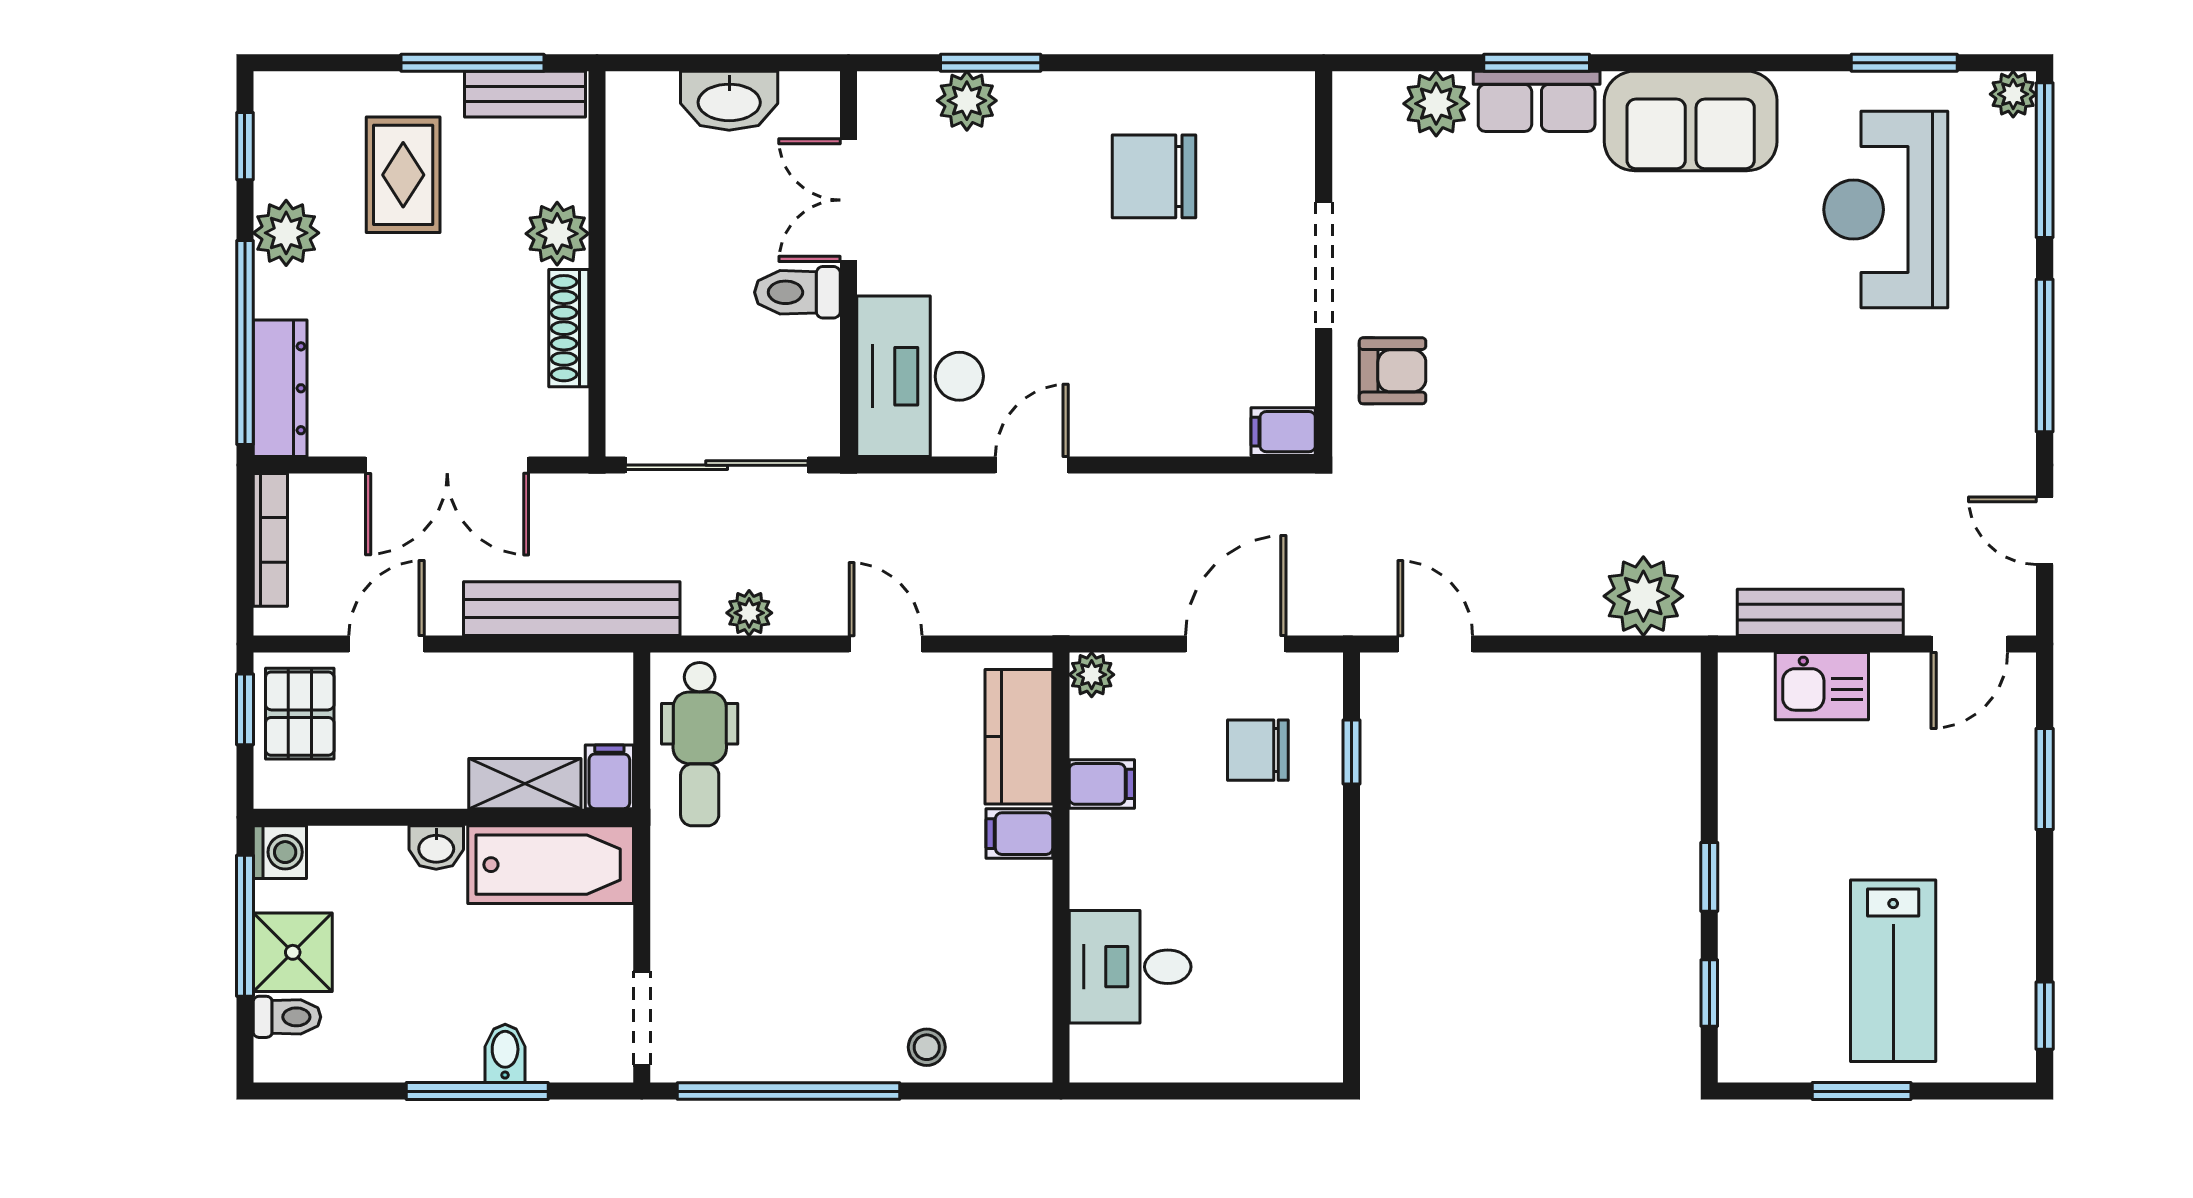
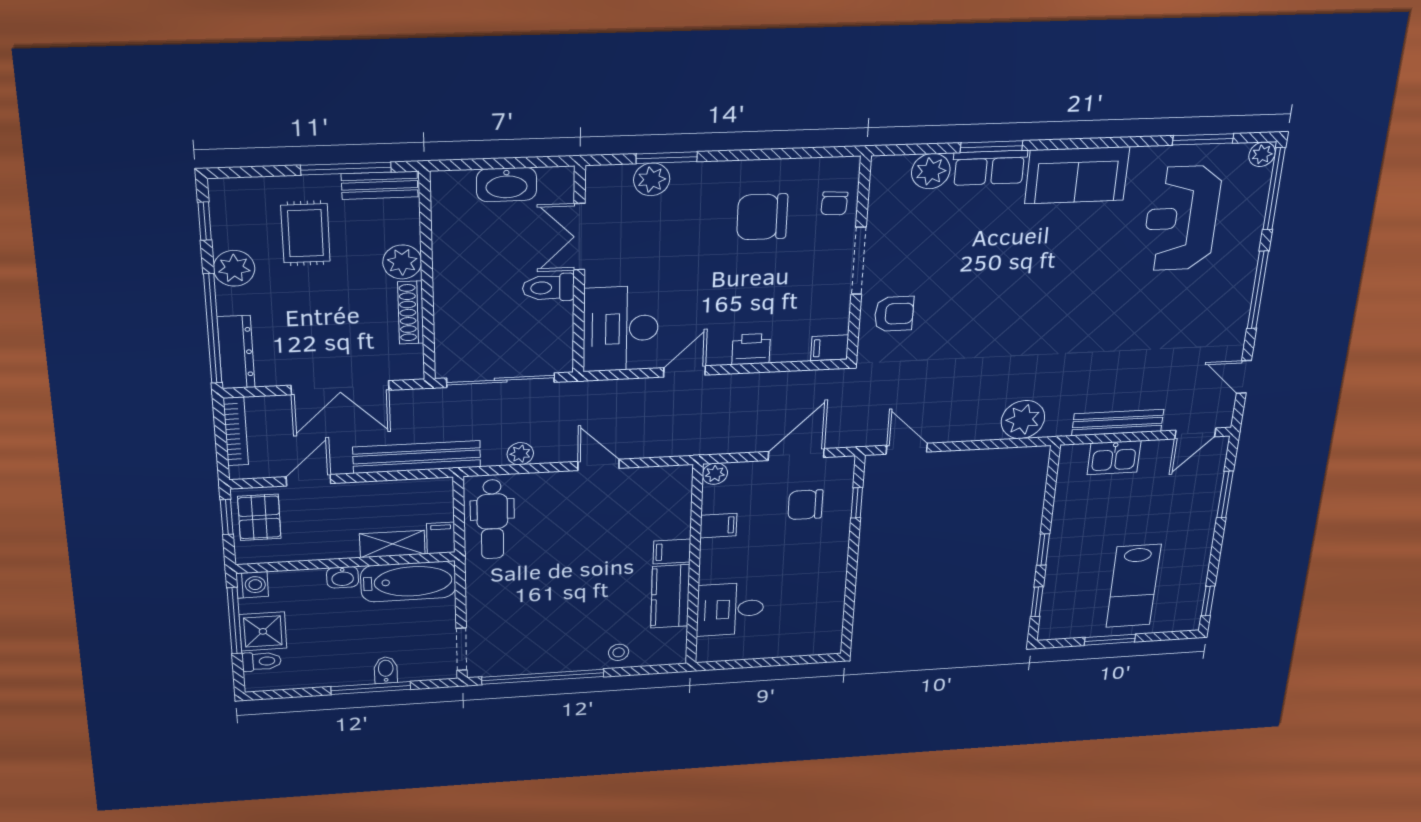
chair: (1275, 157) -> (834, 203), added
printer: (1146, 427) -> (751, 349), added
kitchen counter: (1019, 737) -> (670, 596), moved

